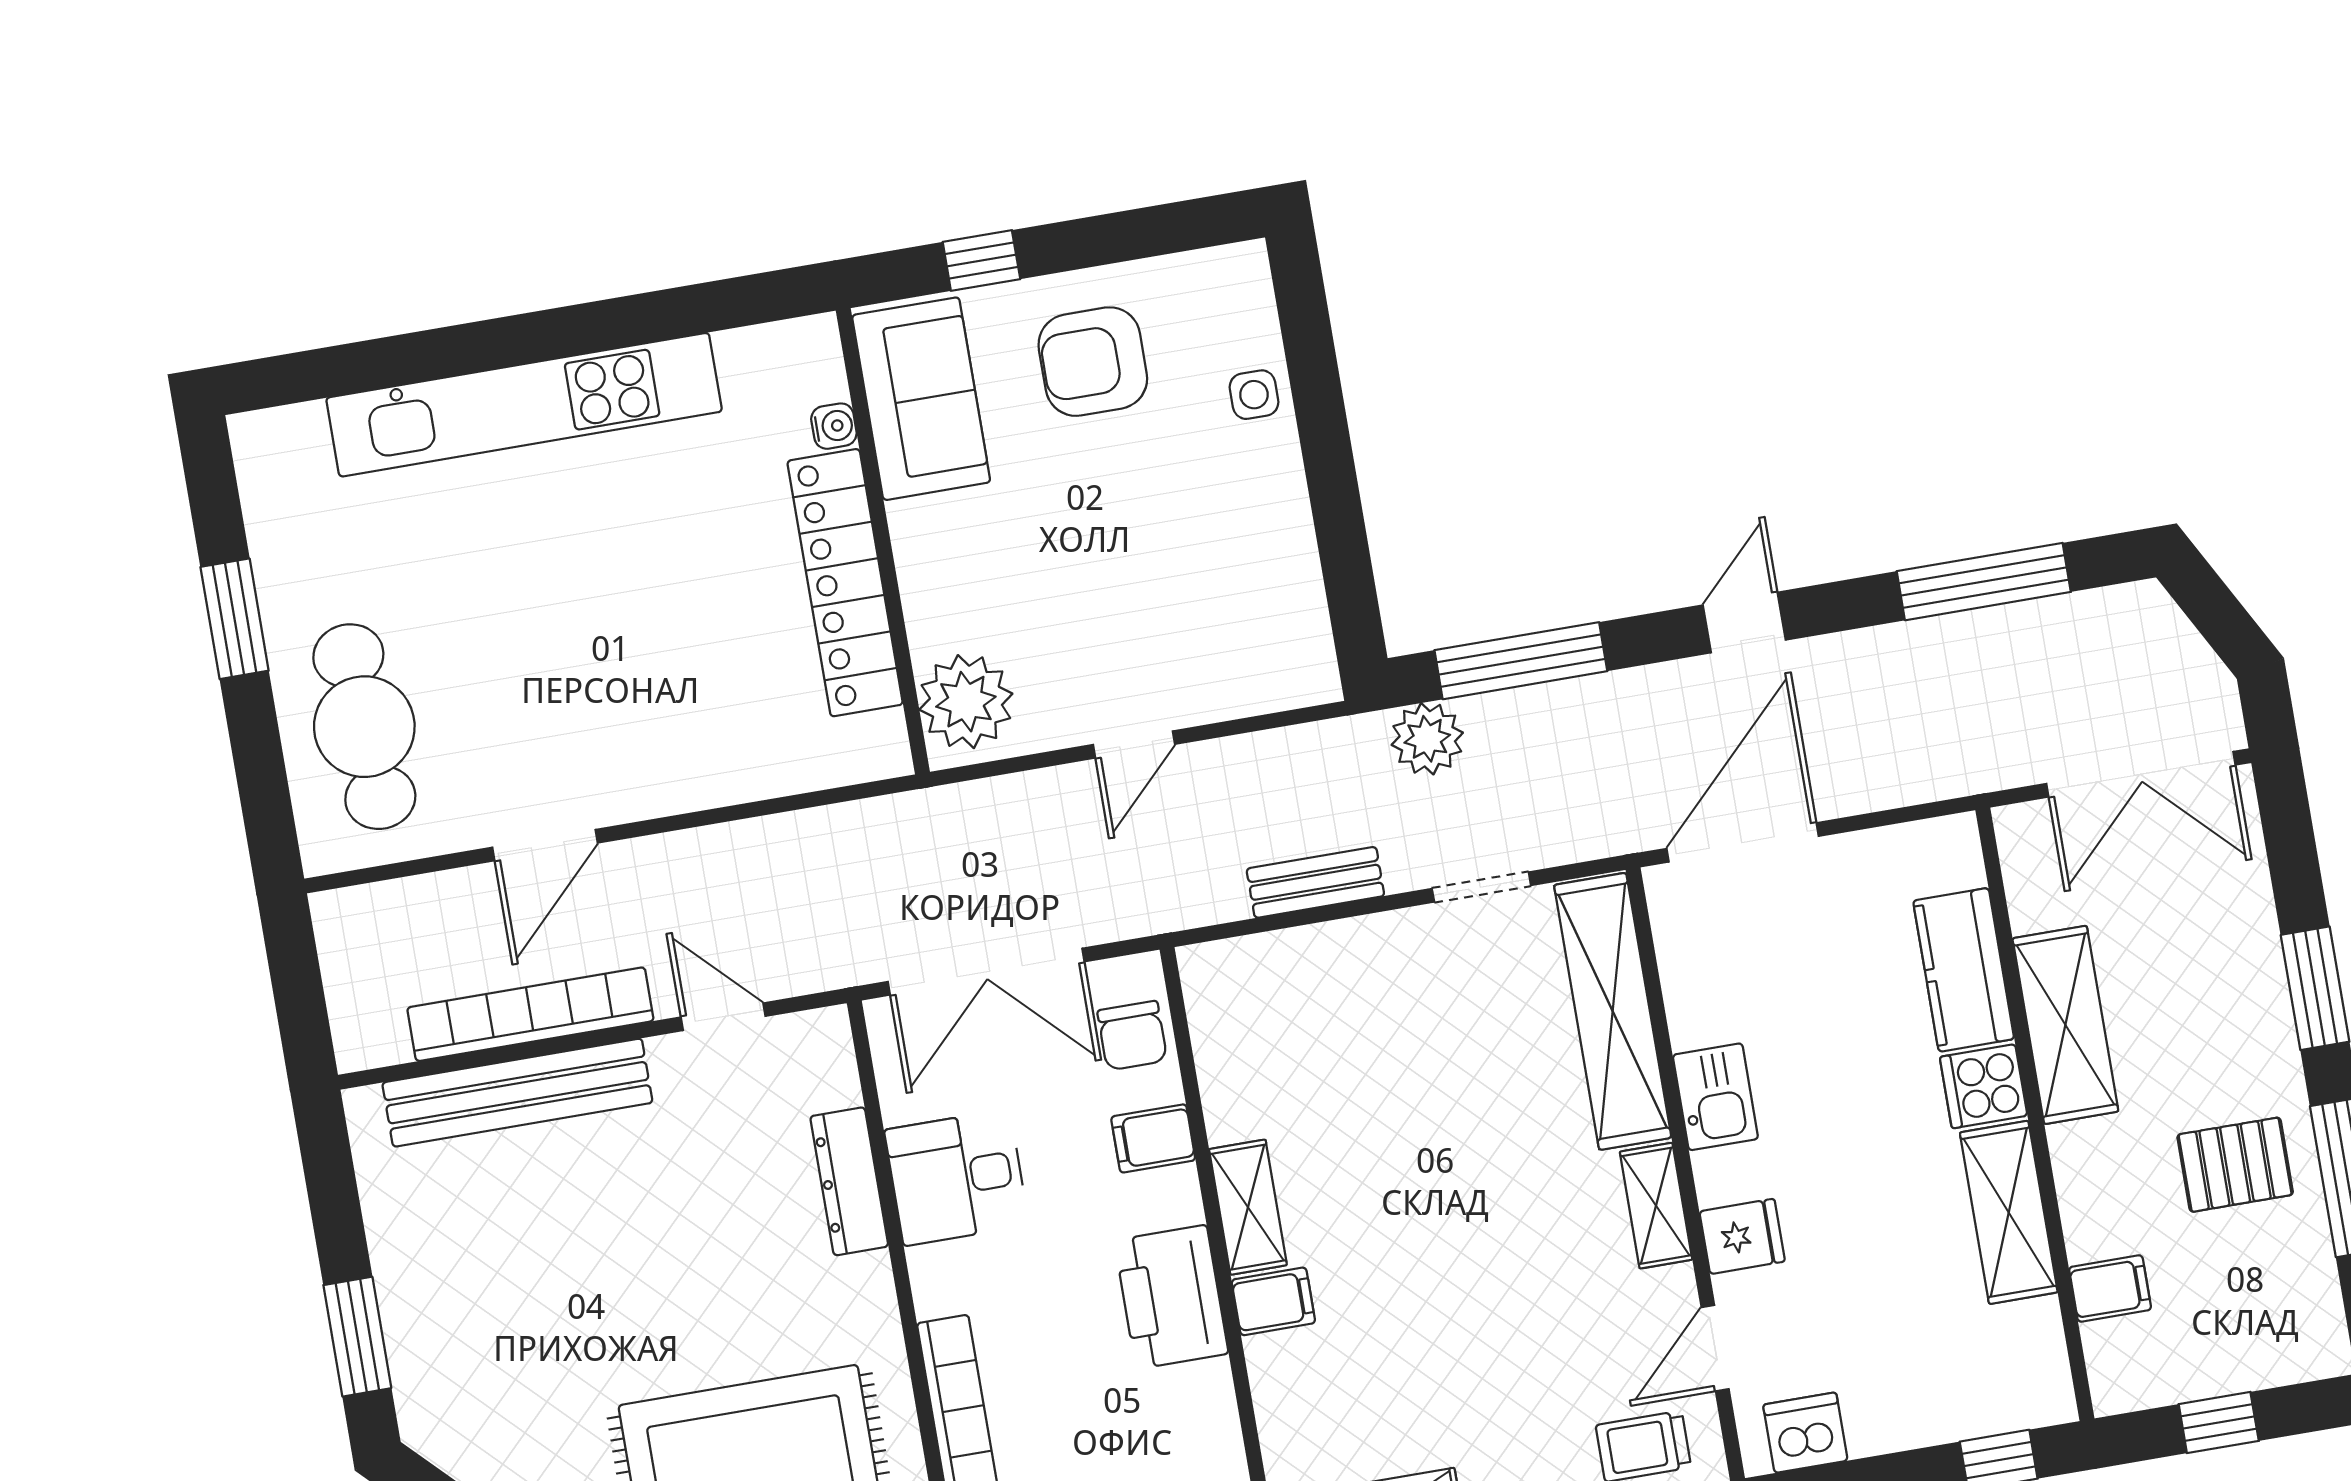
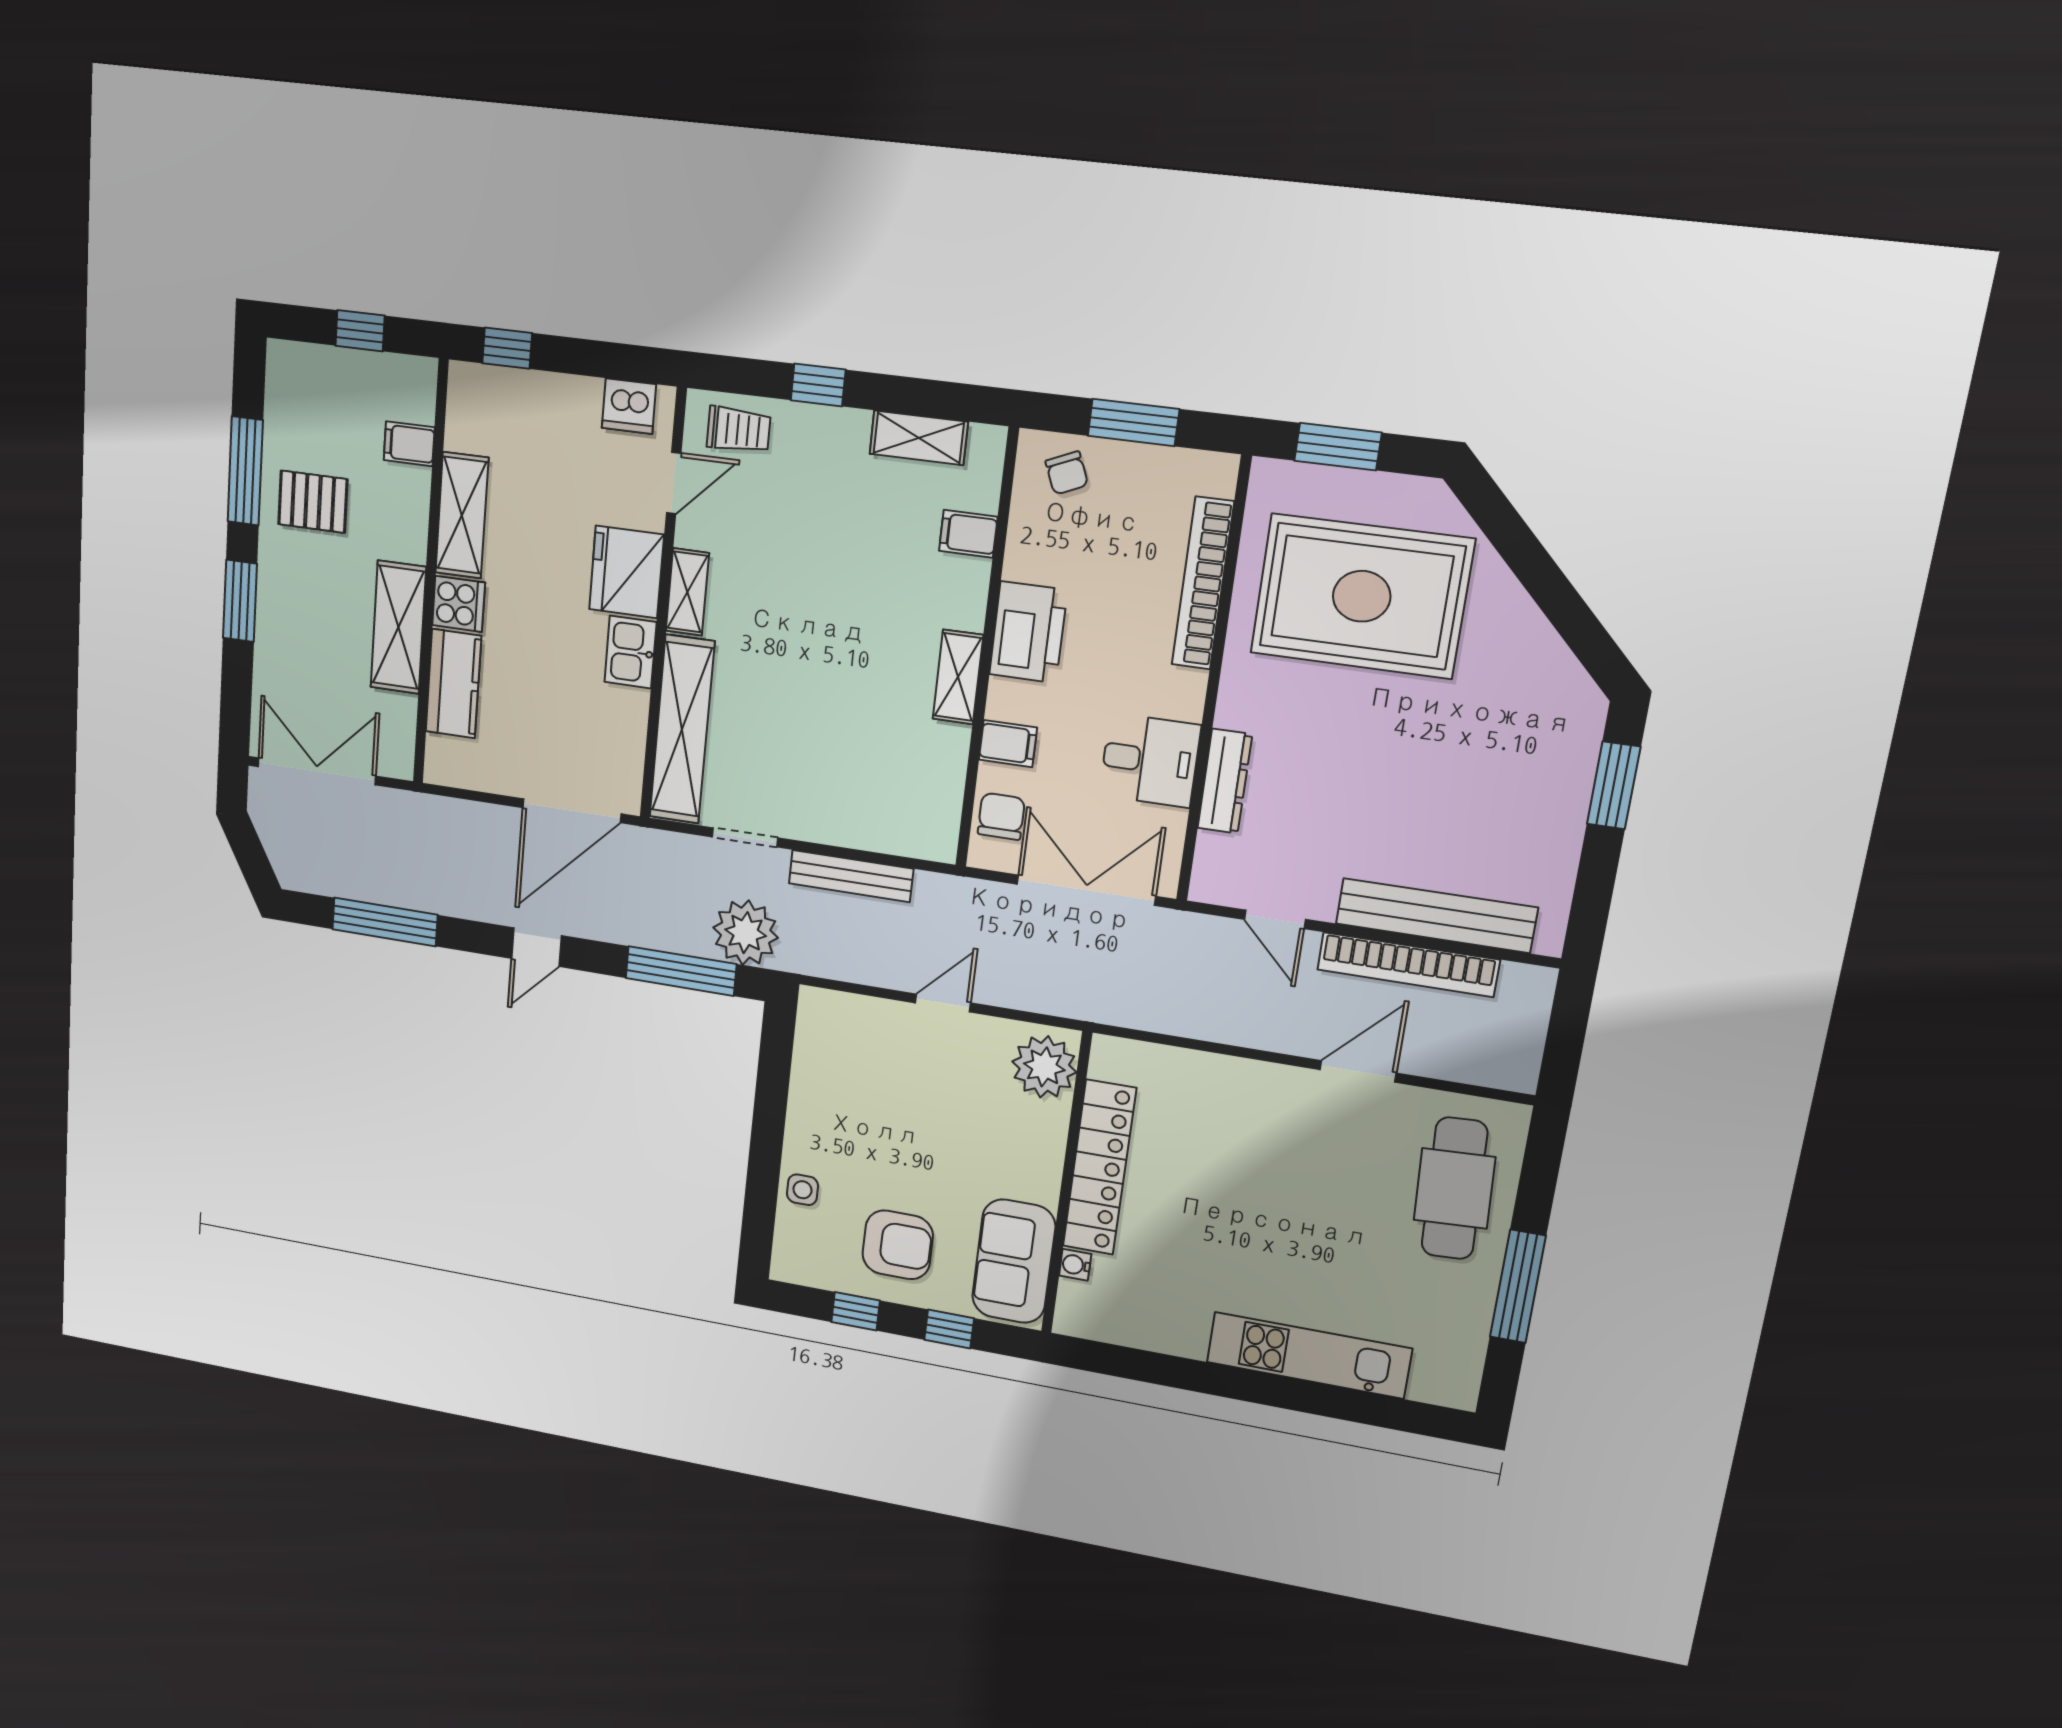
window: (1124, 236) -> (856, 1311), added
kitchen unit: (524, 405) -> (1309, 1355), width x0.73
window: (235, 619) -> (1518, 1286), width x1.44
plant: (1427, 739) -> (746, 933), width x1.36, depth x1.36
bench: (1315, 882) -> (851, 876), width x1.36
fridge: (1742, 1236) -> (626, 572), width x1.88, depth x1.34
filing cabinet: (1273, 1301) -> (968, 534), moved

